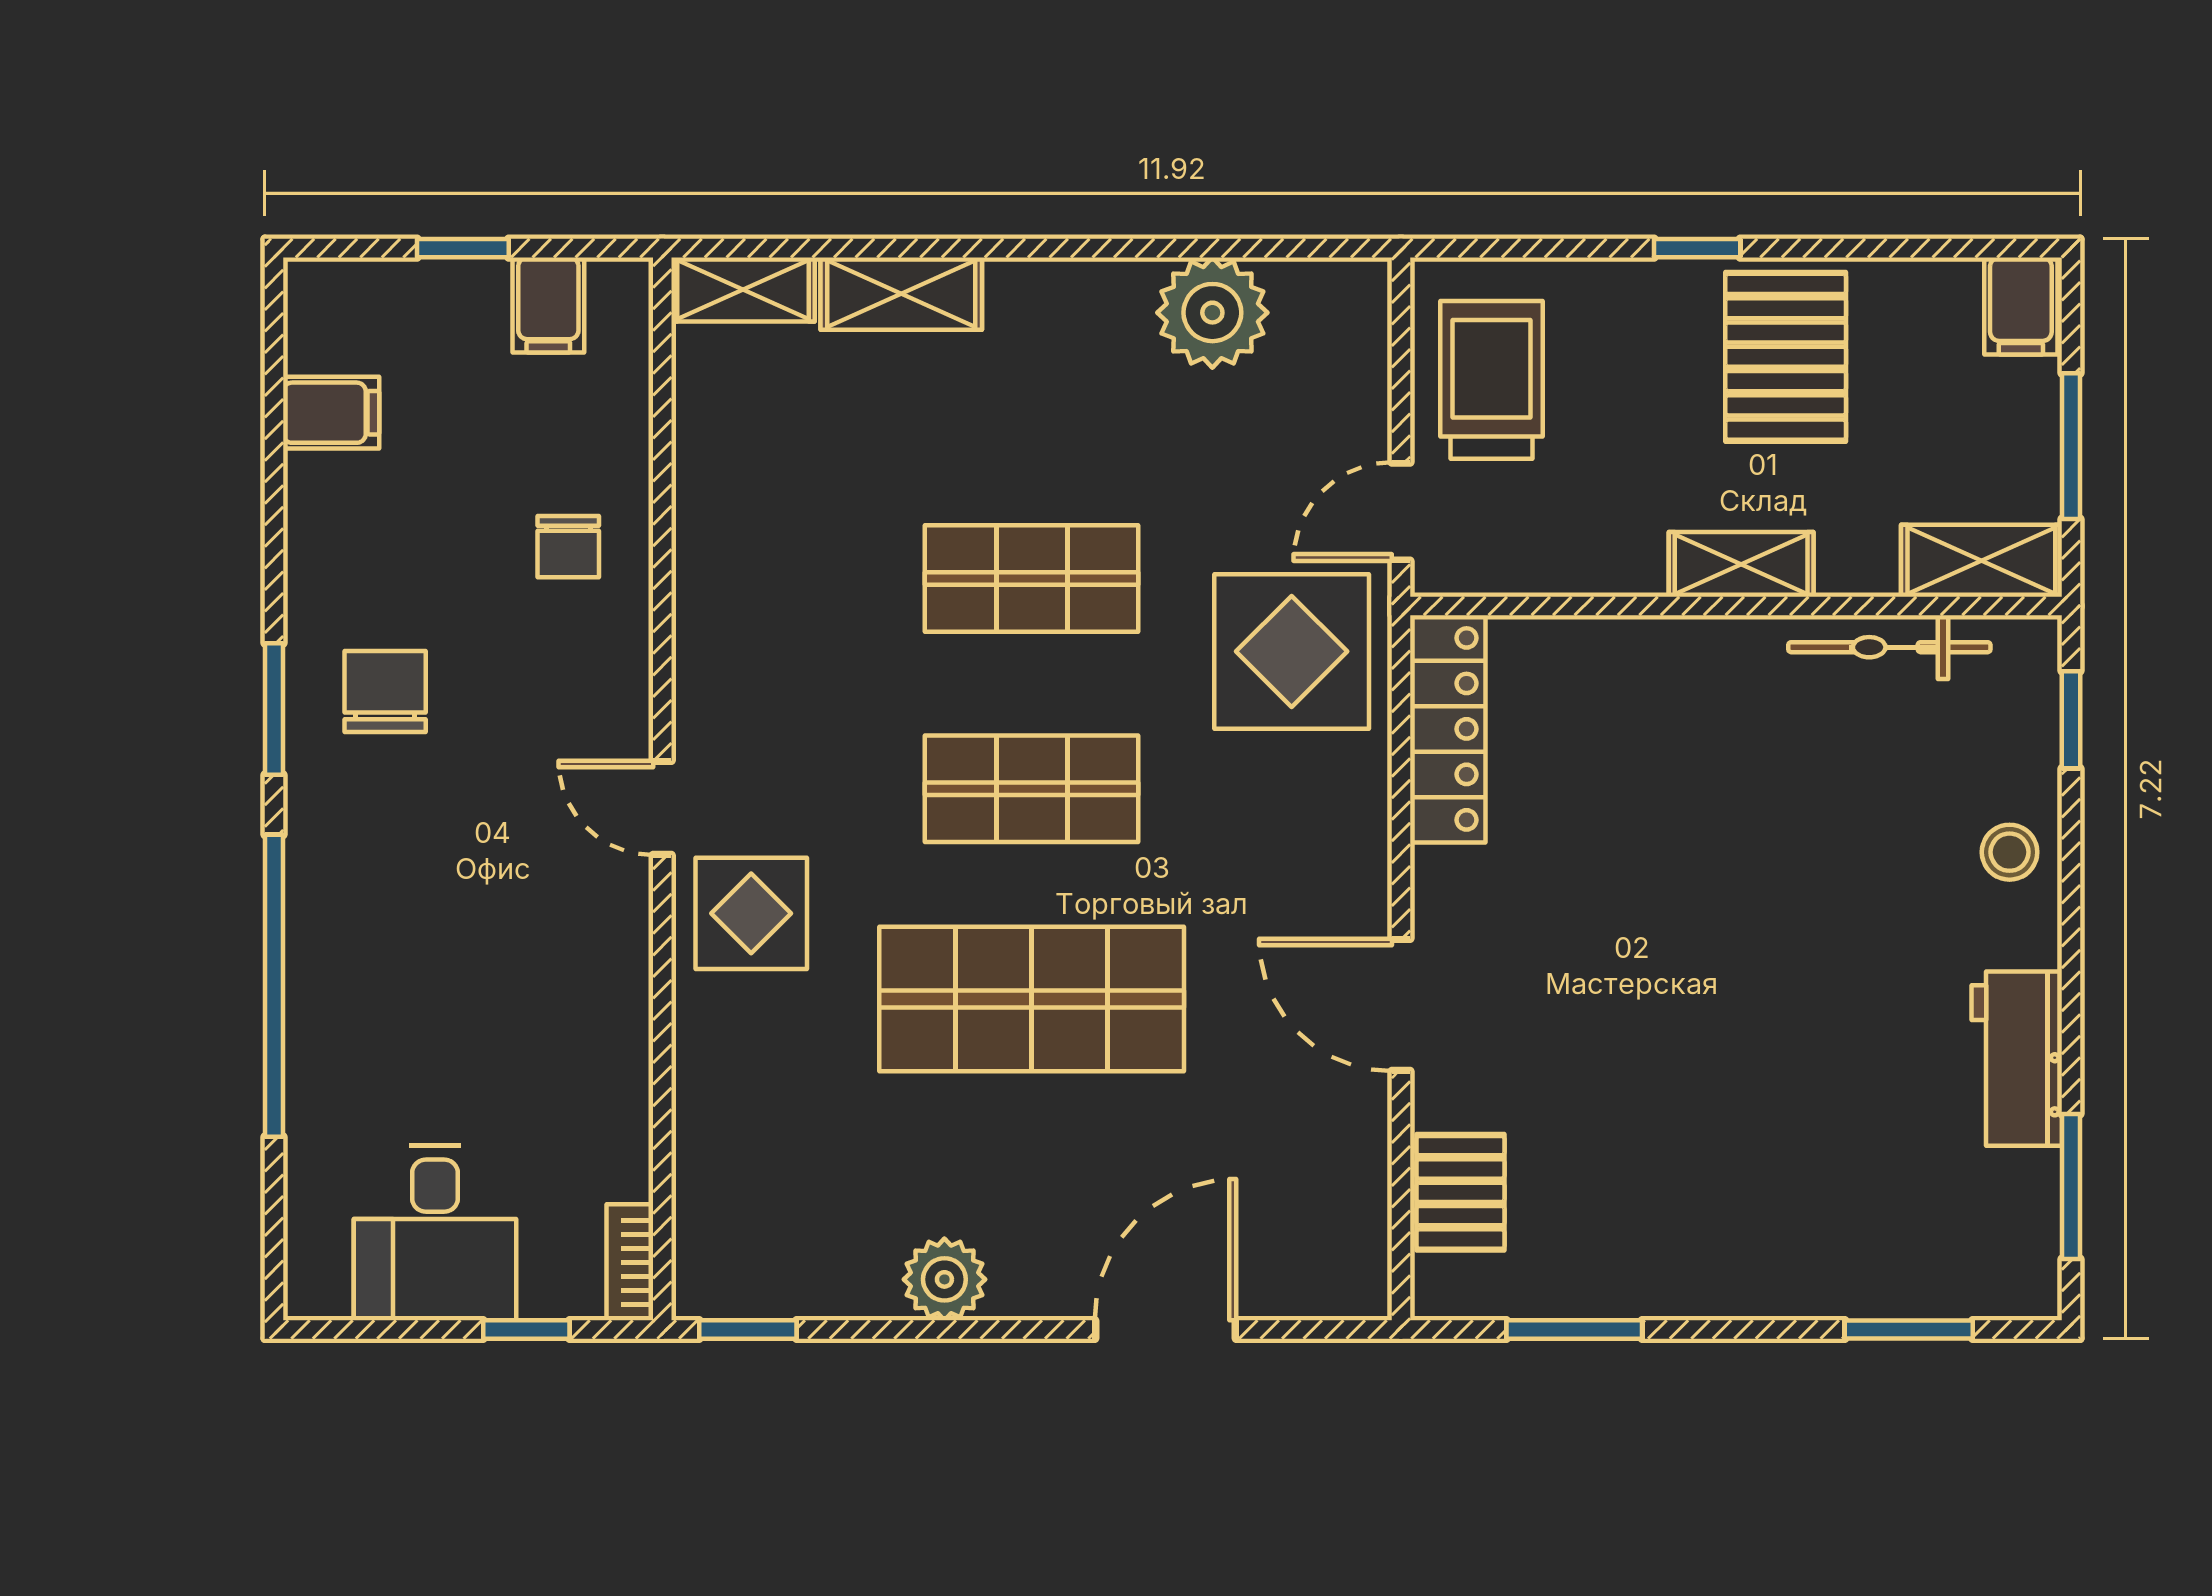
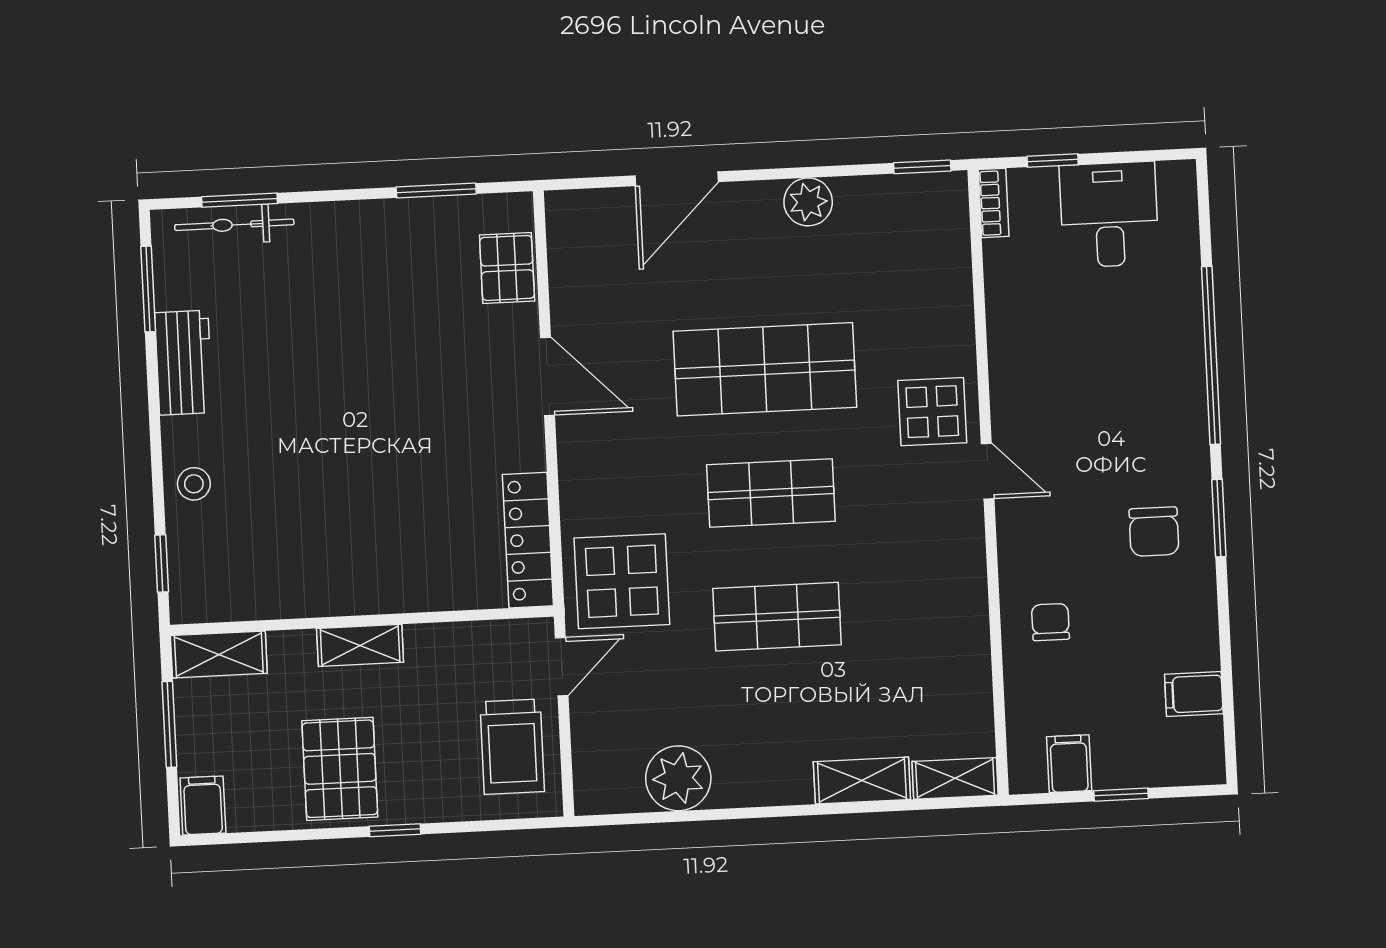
bicycle: (1889, 647) -> (234, 225), moved, turned 180

